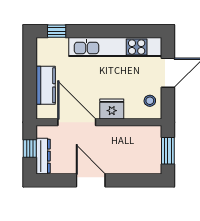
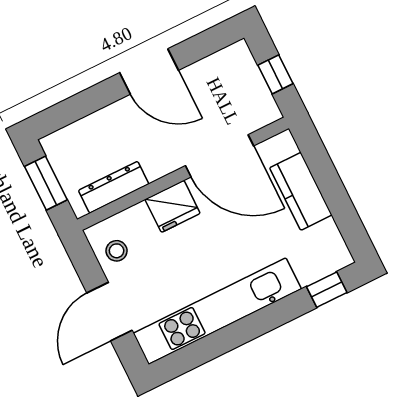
dresser: (43, 156) -> (114, 187), moved, turned 90

